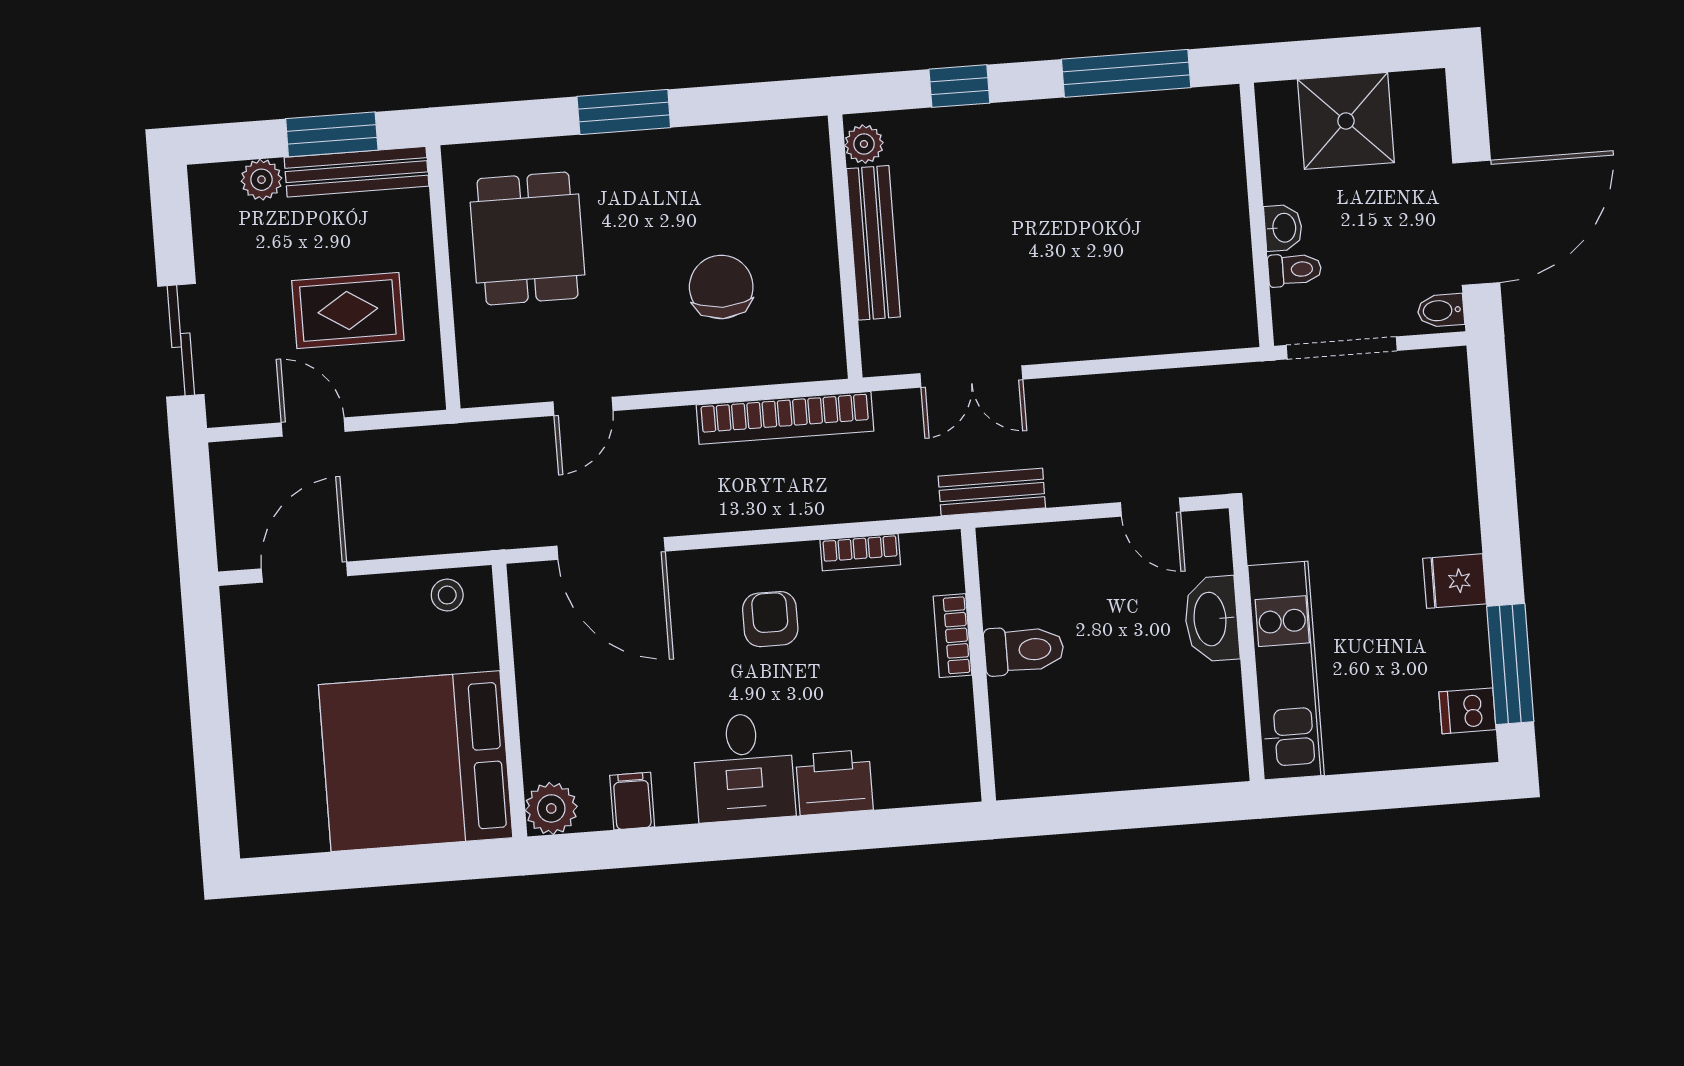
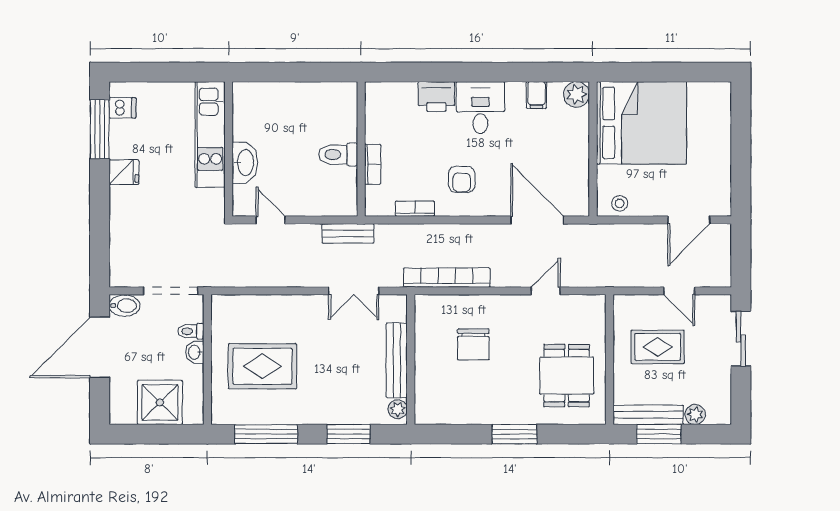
window: (959, 86) -> (349, 434), width x1.50
rug: (1144, 210) -> (262, 366), added
bidet: (1441, 310) -> (125, 306), width x1.38, depth x1.36
double door: (971, 376) -> (354, 291), swing flipped

